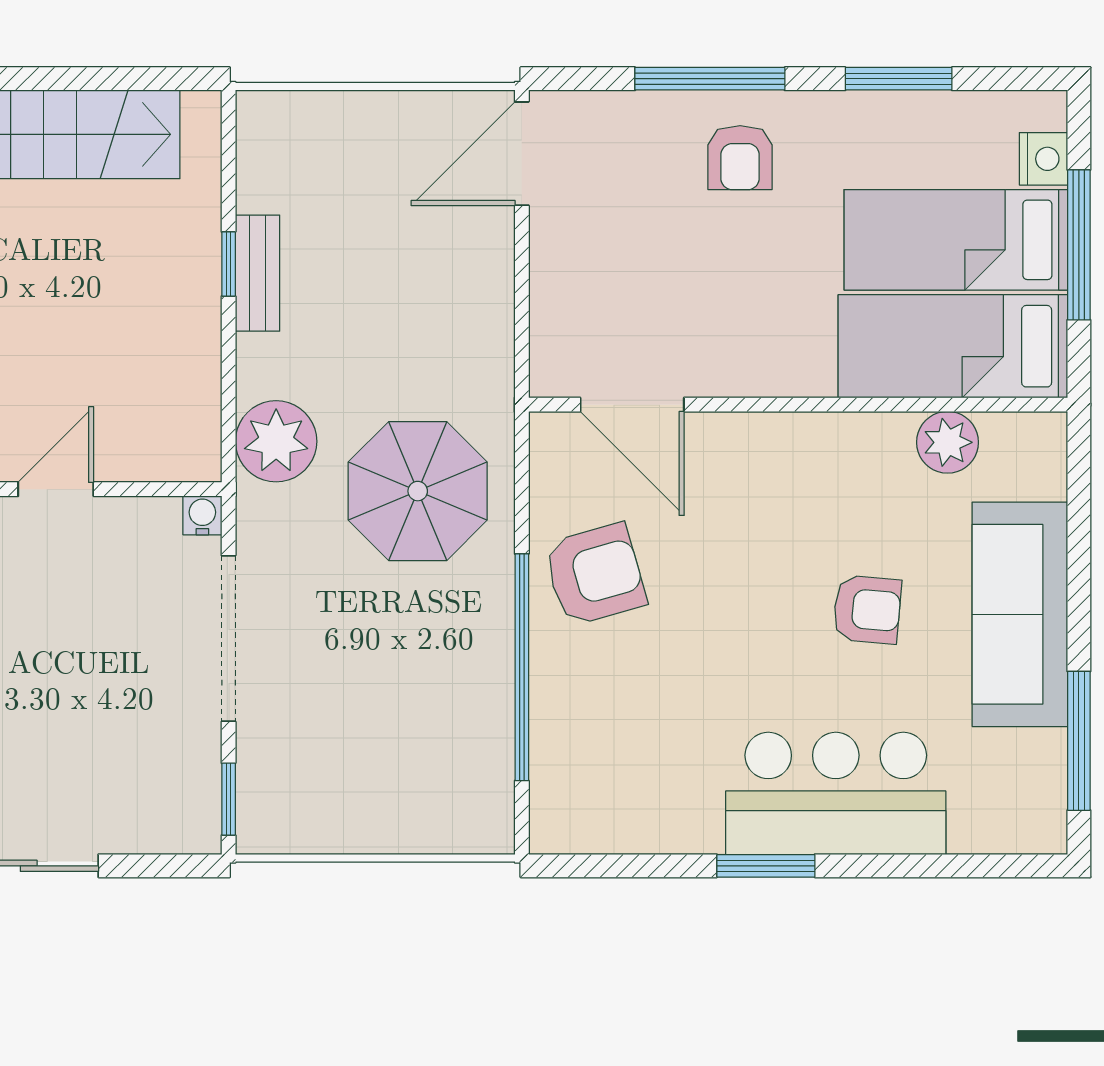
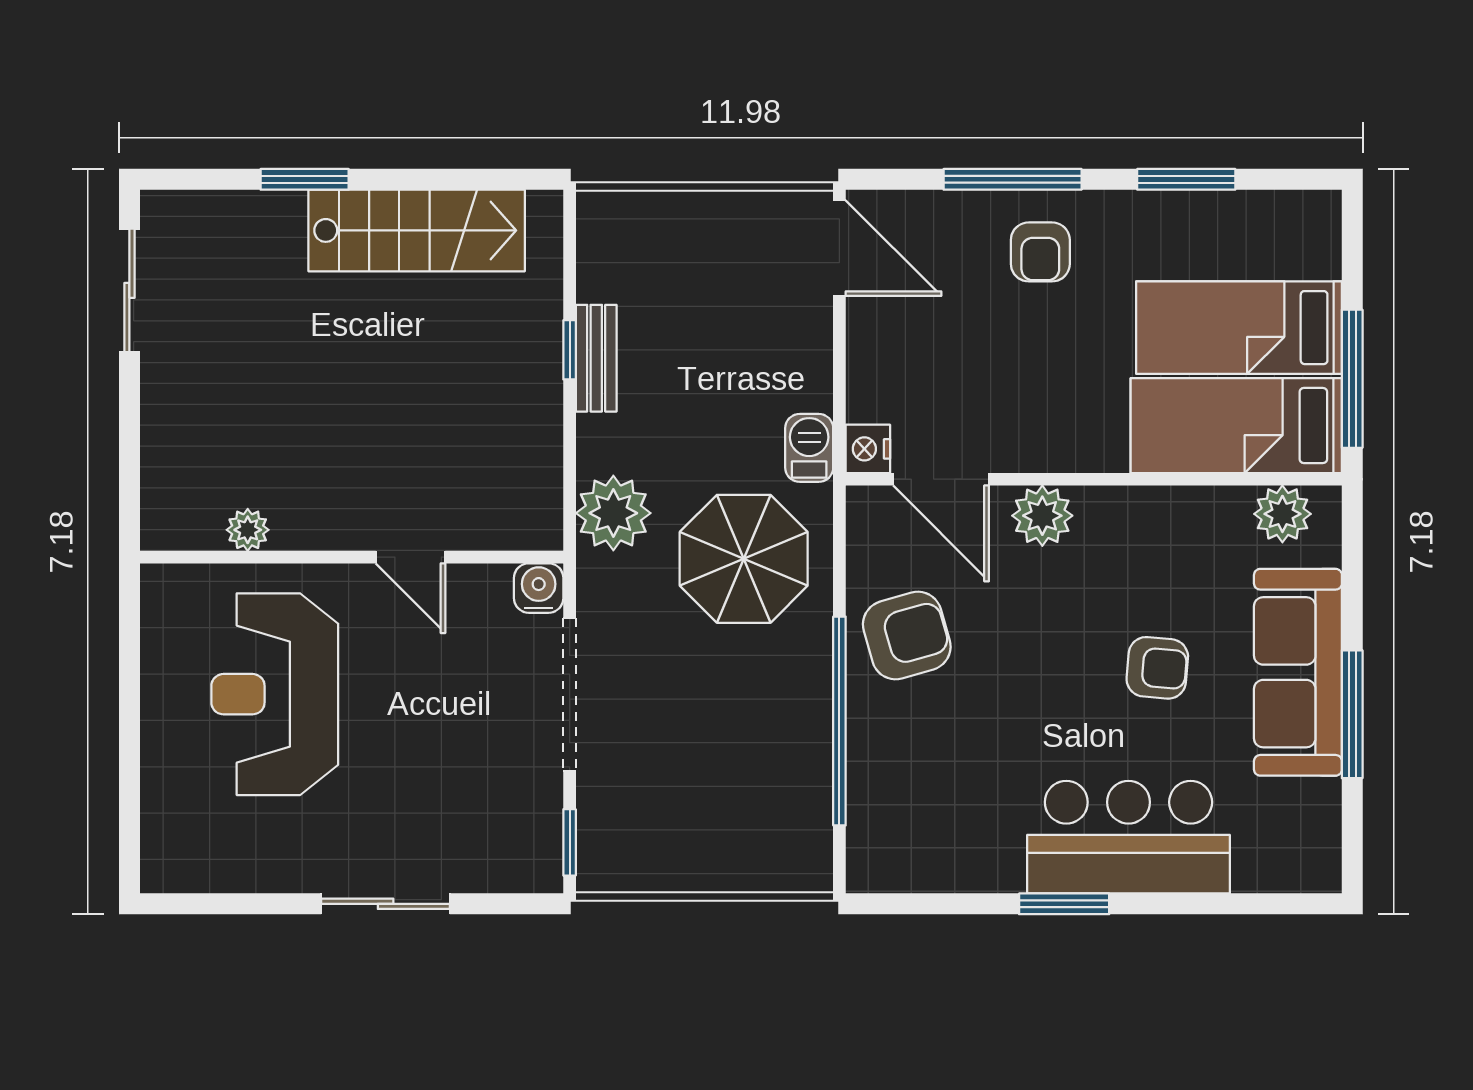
door: (522, 154) -> (839, 248), swing flipped
nightstand: (1043, 159) -> (868, 449), moved, turned 180
window: (1079, 245) -> (1352, 379), moved
barbecue: (489, 371) -> (809, 448), added
plant: (948, 442) -> (1282, 514), moved
plant: (742, 444) -> (1042, 516), added
door: (56, 489) -> (411, 557), swing flipped
water cooler: (202, 515) -> (539, 588), width x1.38, depth x1.38
window: (1079, 741) -> (1352, 714), moved

